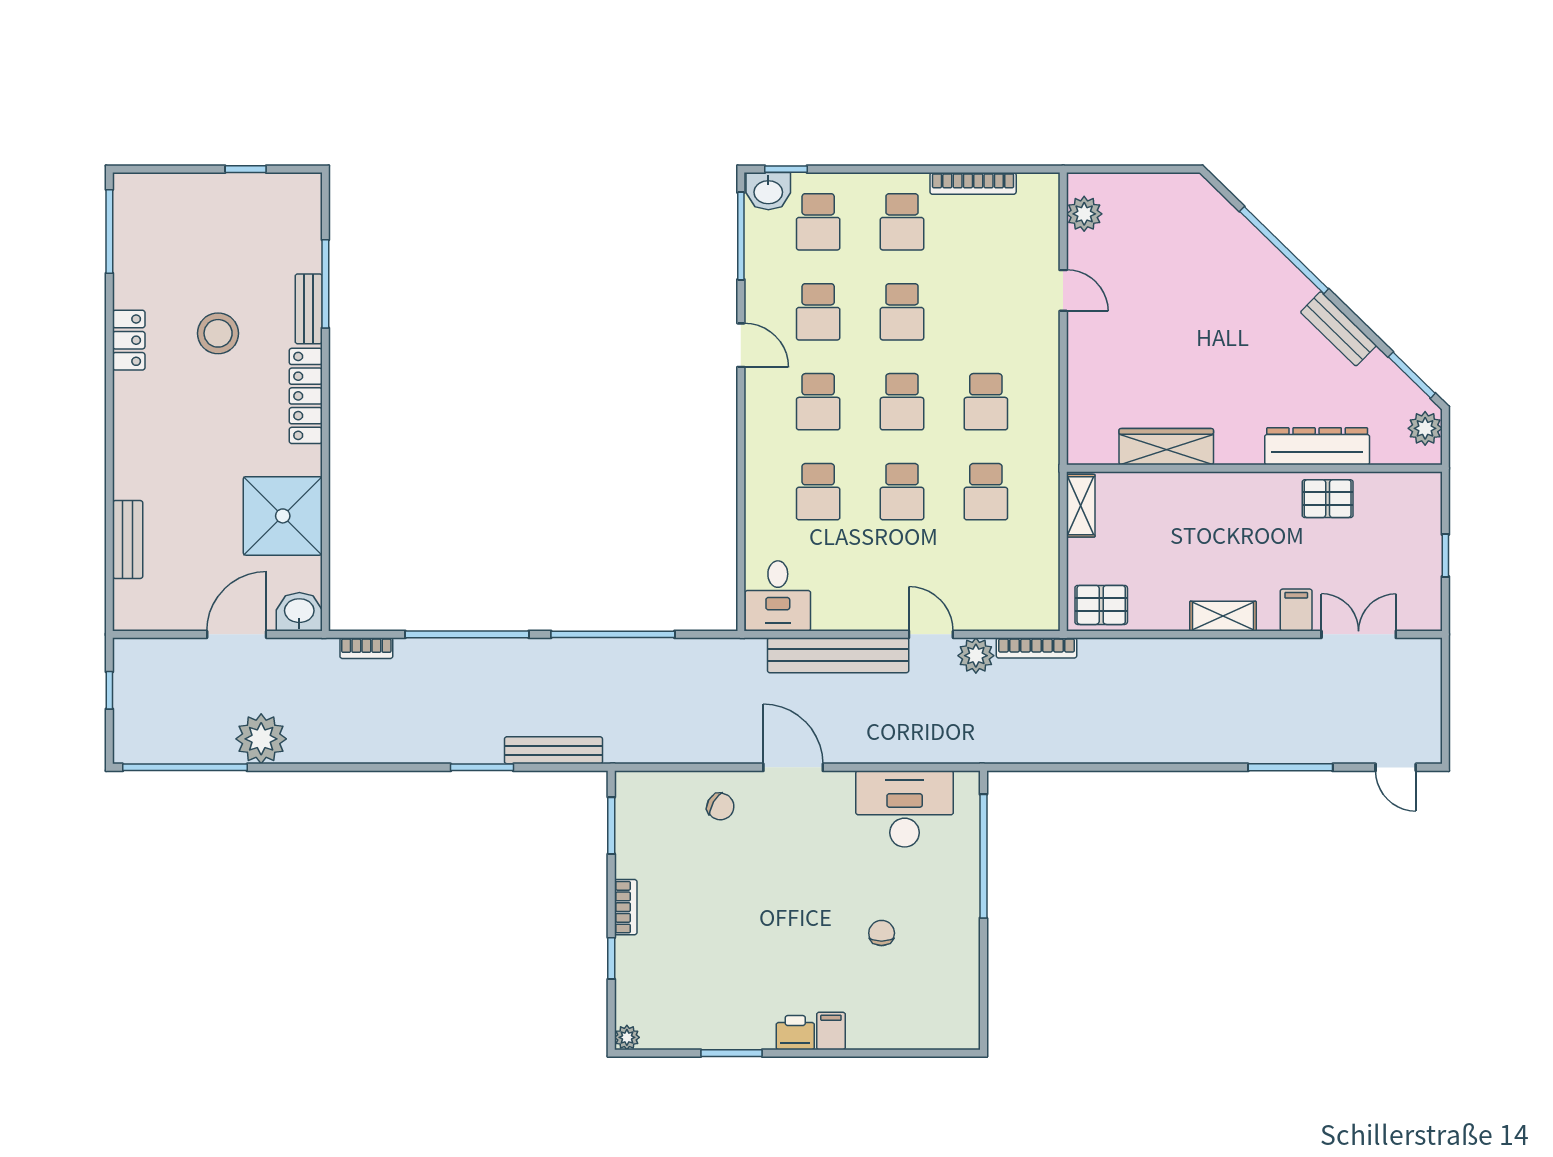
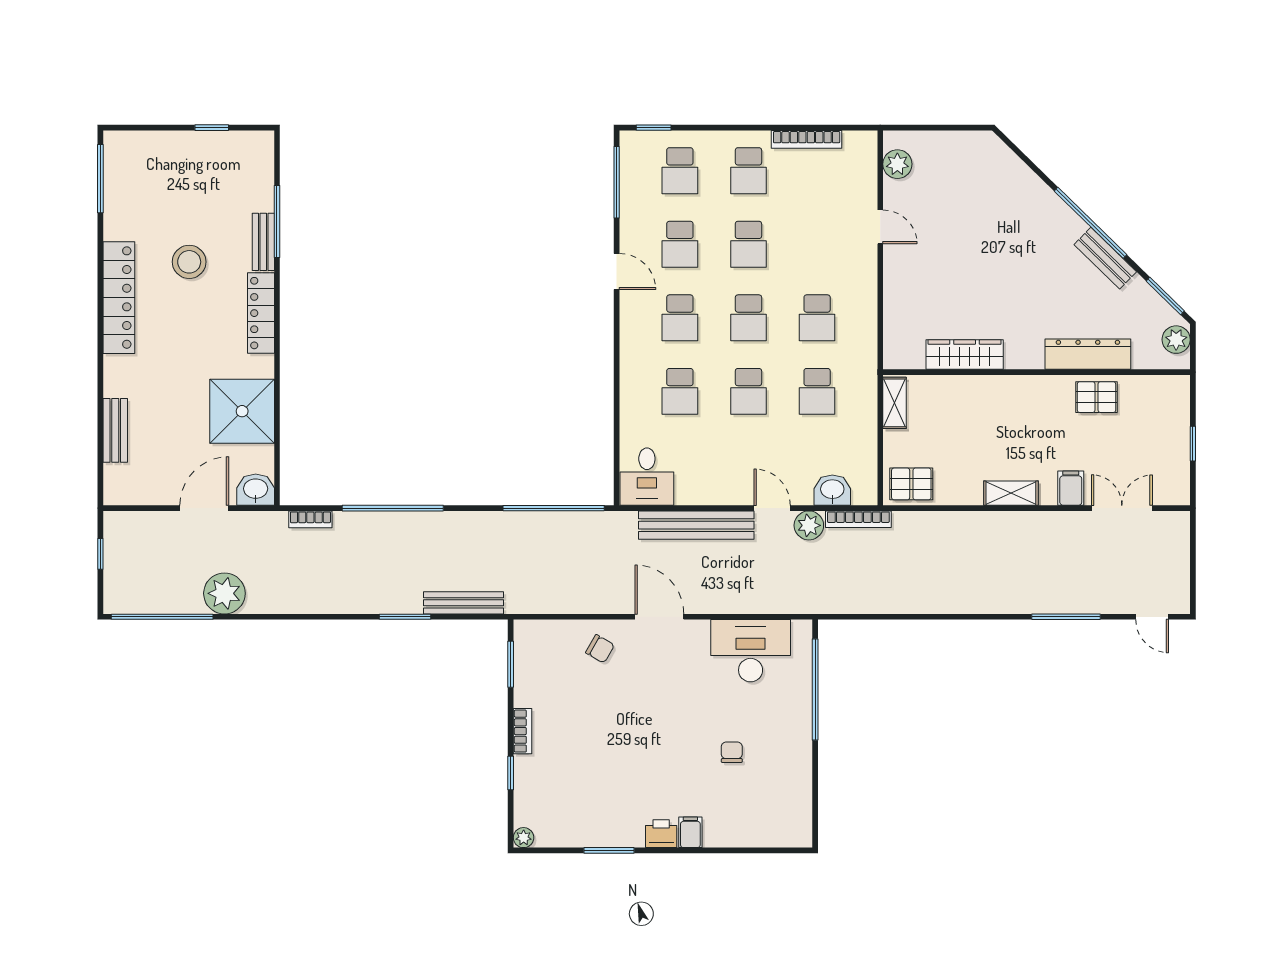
washbasin: (768, 191) -> (832, 490), moved, turned 180
window: (1284, 250) -> (1091, 223), moved
locker: (129, 340) -> (119, 298), width x2.16, depth x1.21
window: (613, 634) -> (554, 508), moved

